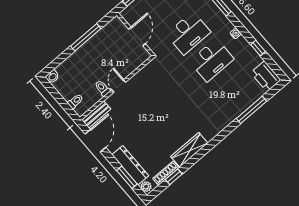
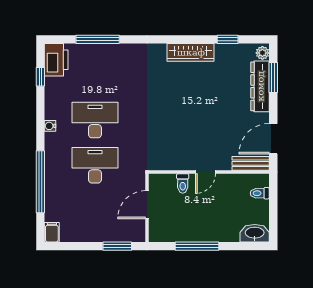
window: (258, 48) -> (40, 77), moved
washbasin: (52, 77) -> (255, 233), width x1.91, depth x1.45
toilet: (102, 88) -> (183, 183), moved
shoe rack: (166, 173) -> (232, 49), removed

